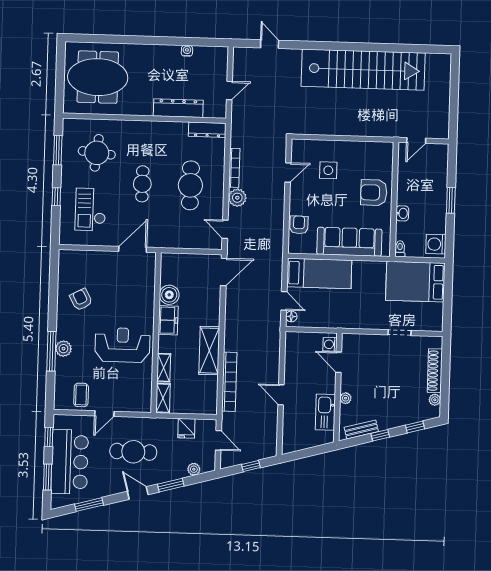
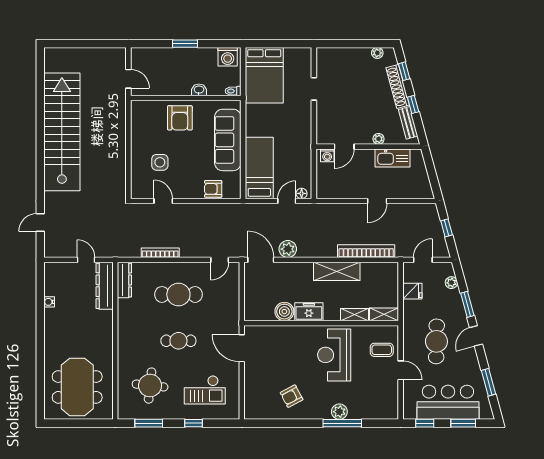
dresser: (178, 108) -> (105, 286), moved
plant: (237, 198) -> (288, 249), moved
shoe rack: (435, 371) -> (398, 86), moved, turned 75
coffee table: (81, 395) -> (382, 350), moved

